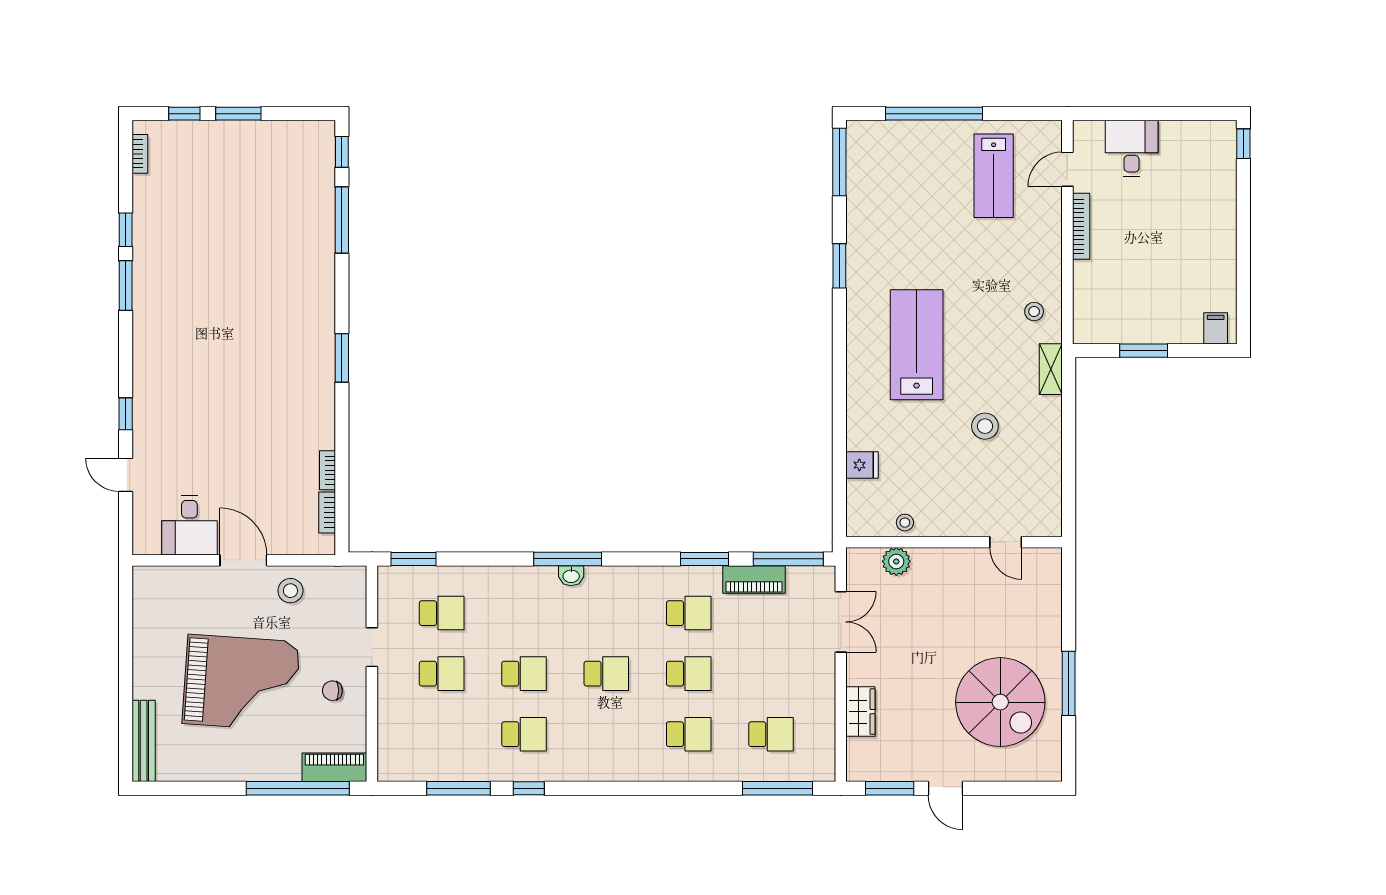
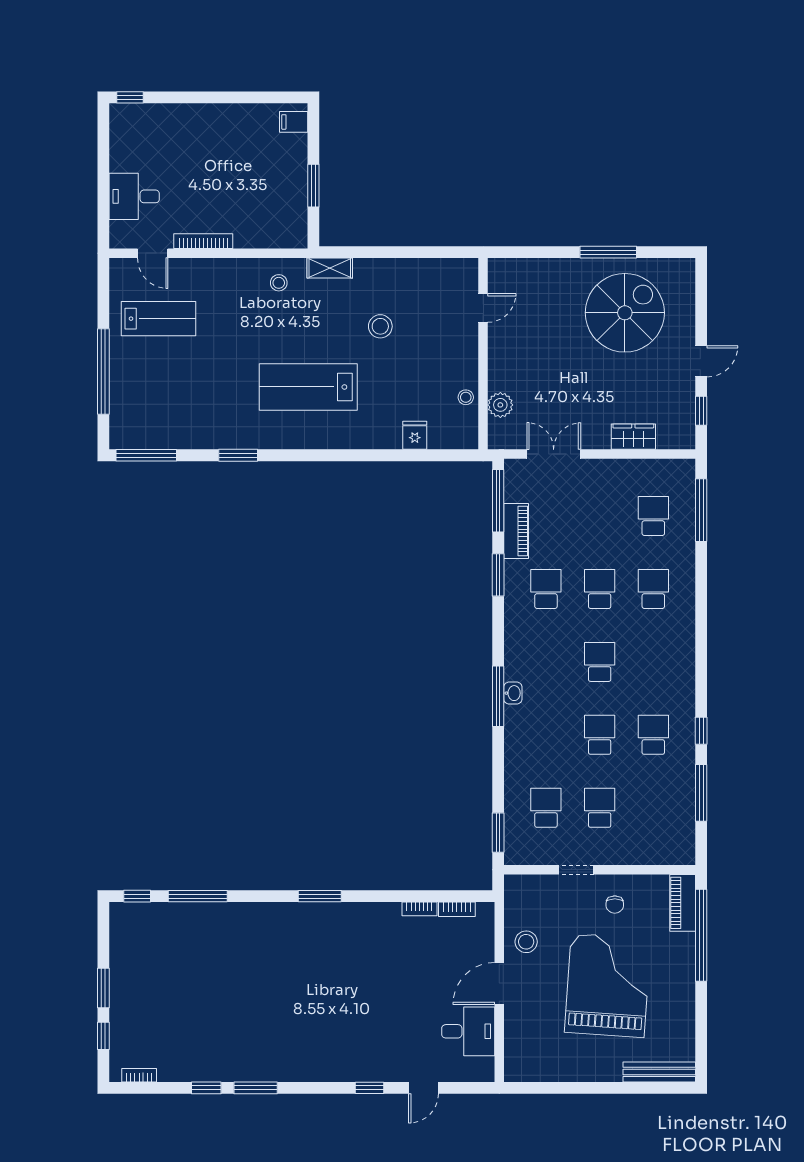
window: (890, 788) -> (701, 411), width x0.67

